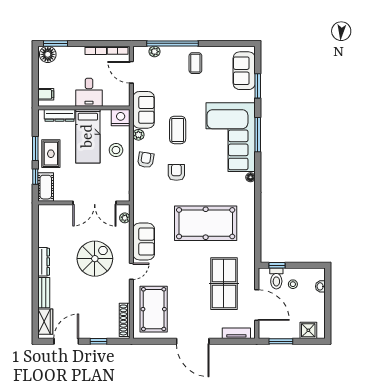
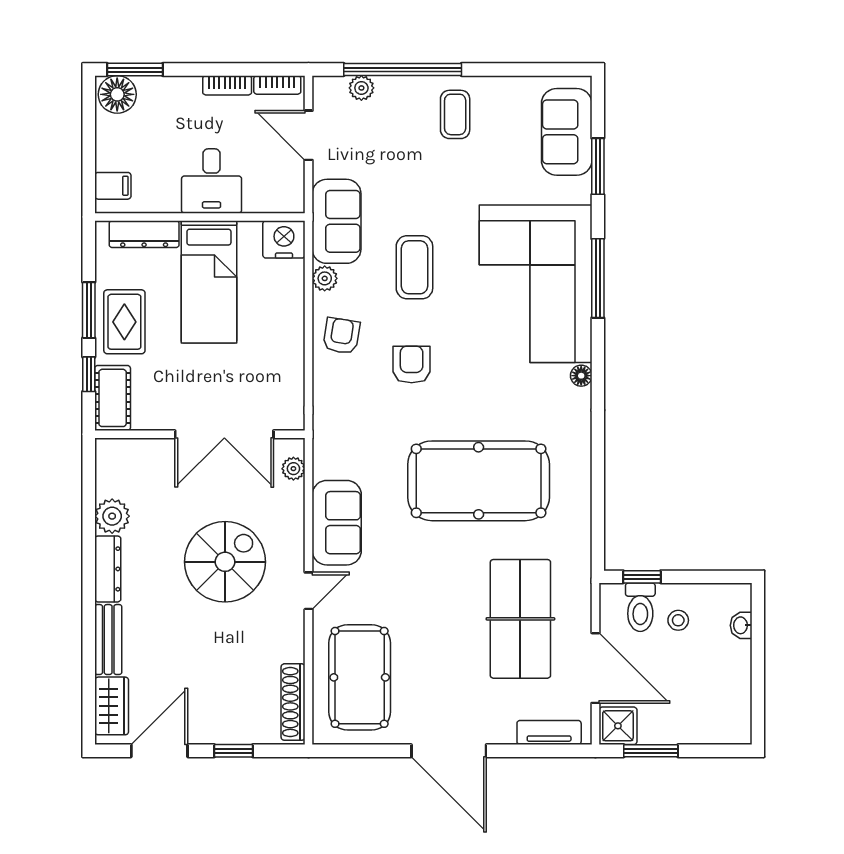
stool: (116, 150) -> (273, 313), removed
plant: (46, 239) -> (112, 516), added
shower: (308, 330) -> (618, 726), moved

